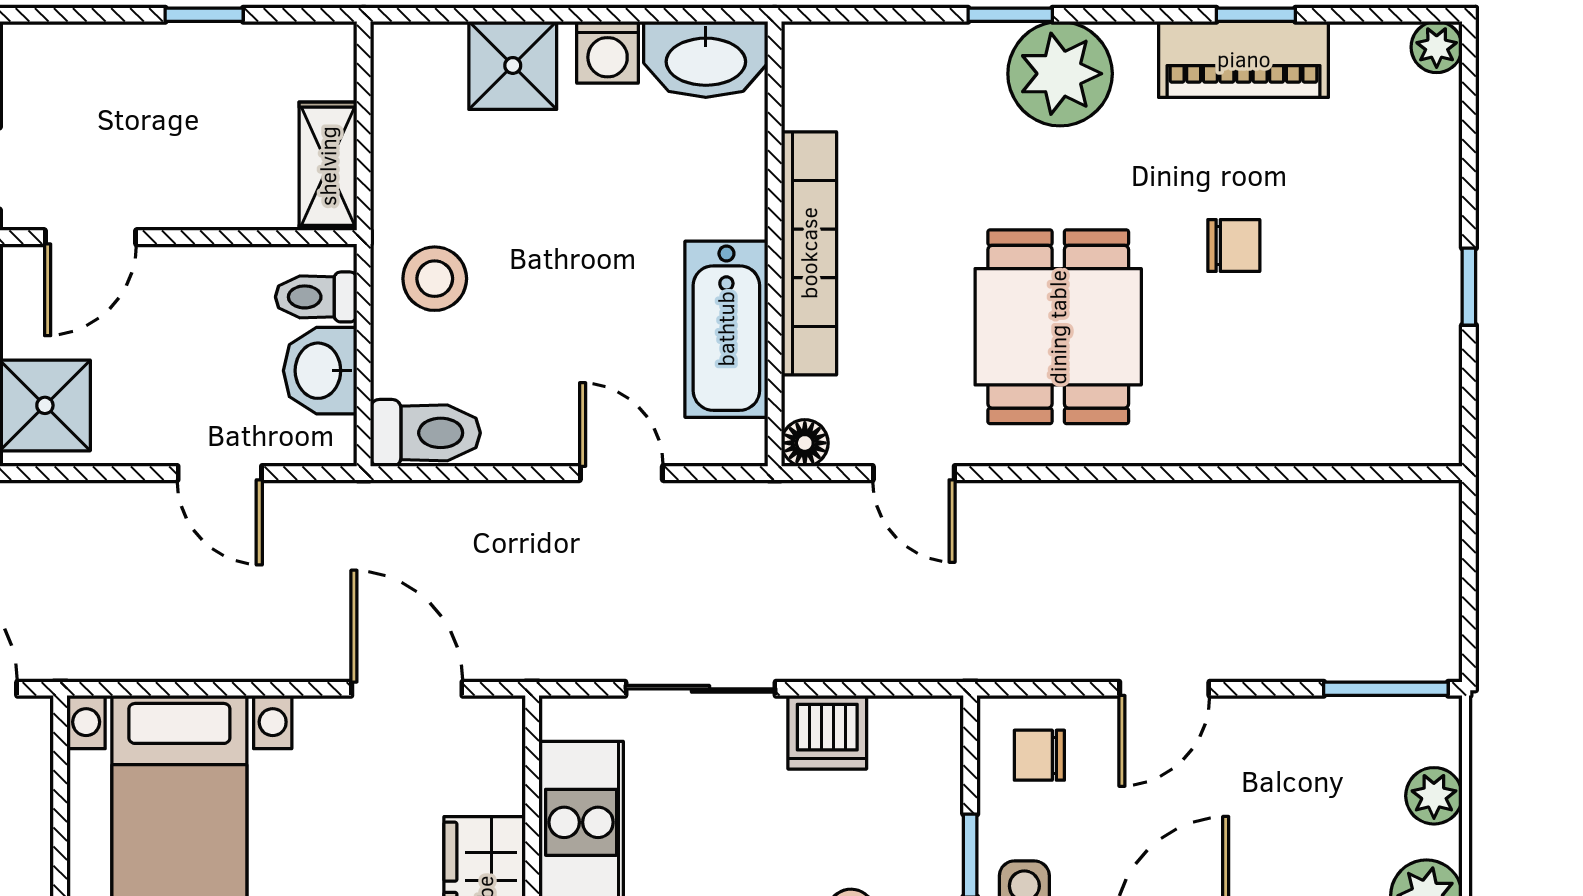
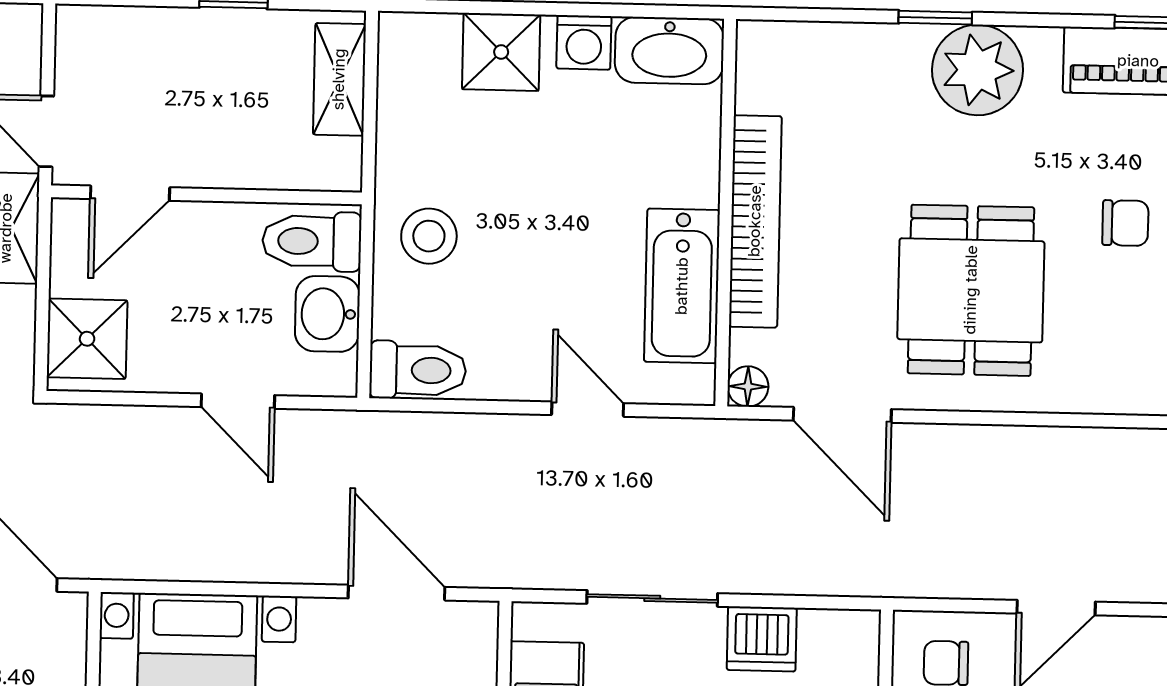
shelving: (328, 166) -> (339, 79), moved
toilet: (316, 297) -> (312, 241), width x1.37, depth x1.39
door: (914, 473) -> (842, 415), width x1.38

